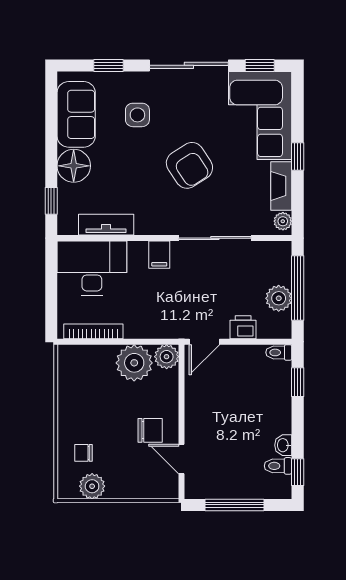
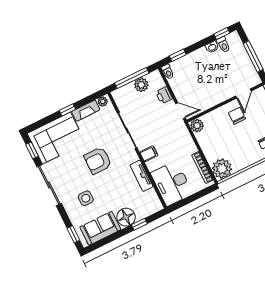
window: (109, 65) -> (73, 234), moved
armchair: (189, 165) -> (98, 161), turned -147
window: (51, 201) -> (139, 224), moved
tv unit: (106, 225) -> (142, 176), moved
plant: (134, 363) -> (222, 169), moved

